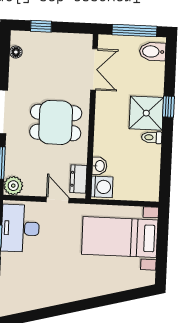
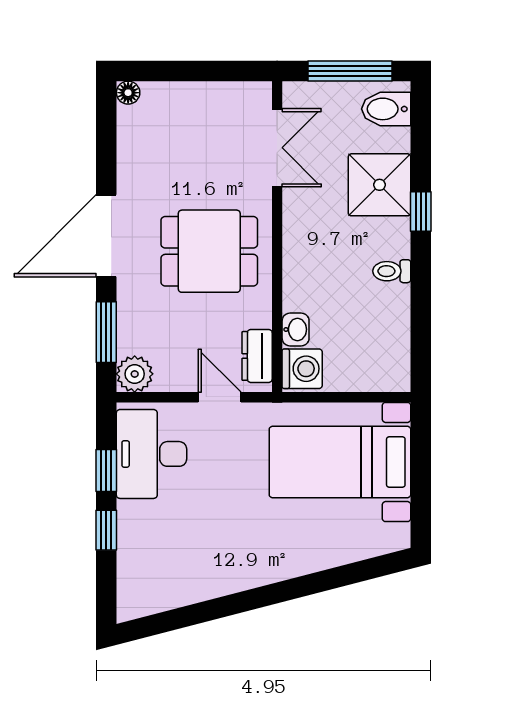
window: (41, 26) -> (173, 71), removed
floor lamp: (16, 52) -> (128, 93), moved
shower: (146, 113) -> (379, 185), moved

